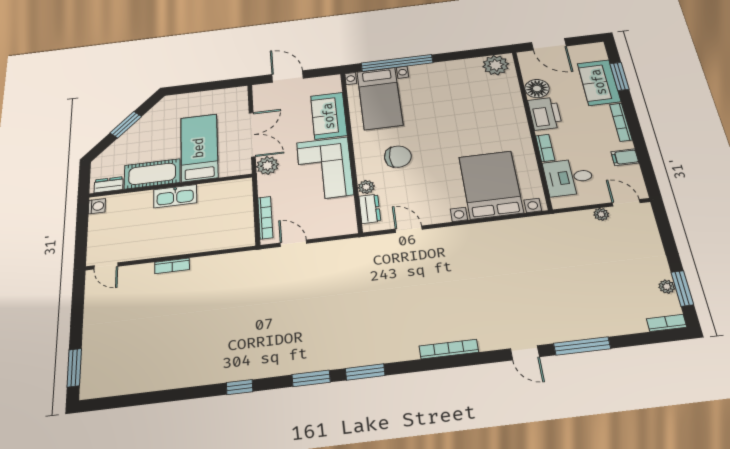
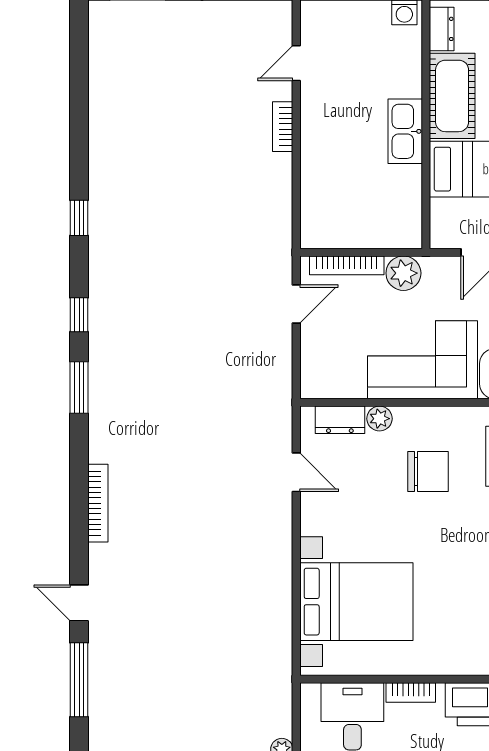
chair: (398, 157) -> (428, 471), turned -90
plant: (267, 166) -> (403, 273), moved
door: (409, 229) -> (296, 472), hinge flipped
door: (106, 266) -> (296, 63), moved
door: (525, 353) -> (79, 603), hinge flipped
window: (311, 378) -> (79, 315), width x0.67

